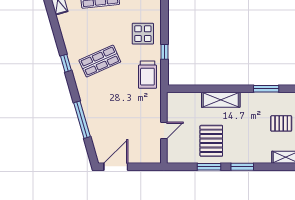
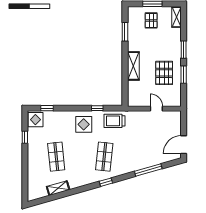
shop shelf: (100, 61) -> (104, 157), turned 30
trolley: (147, 75) -> (115, 121), turned 180
pallet: (211, 141) -> (164, 73), turned 90
door: (116, 167) -> (184, 145), hinge flipped

